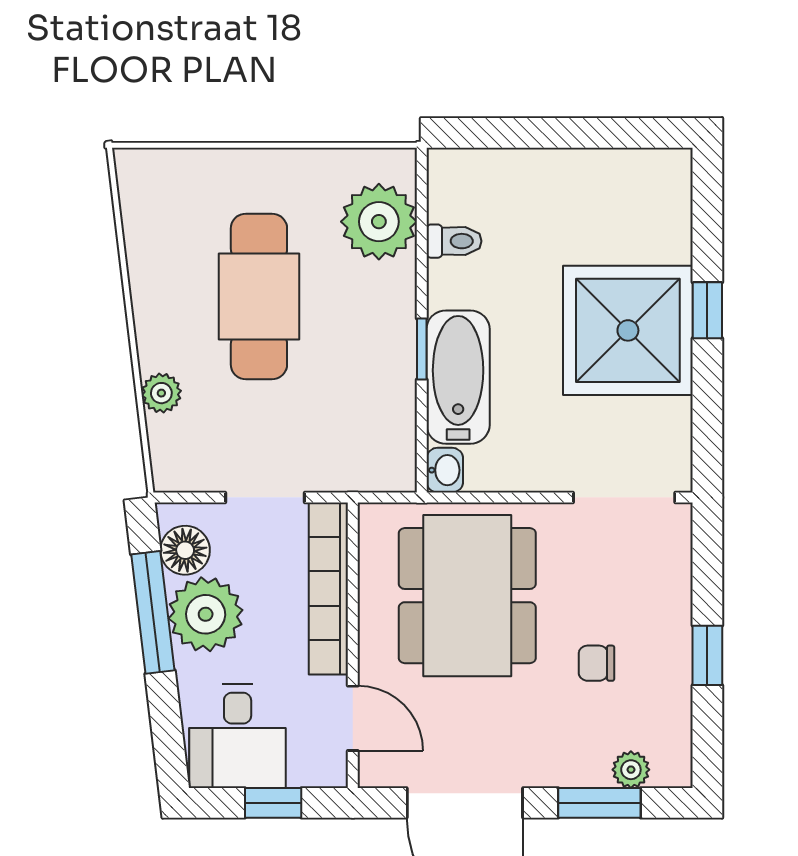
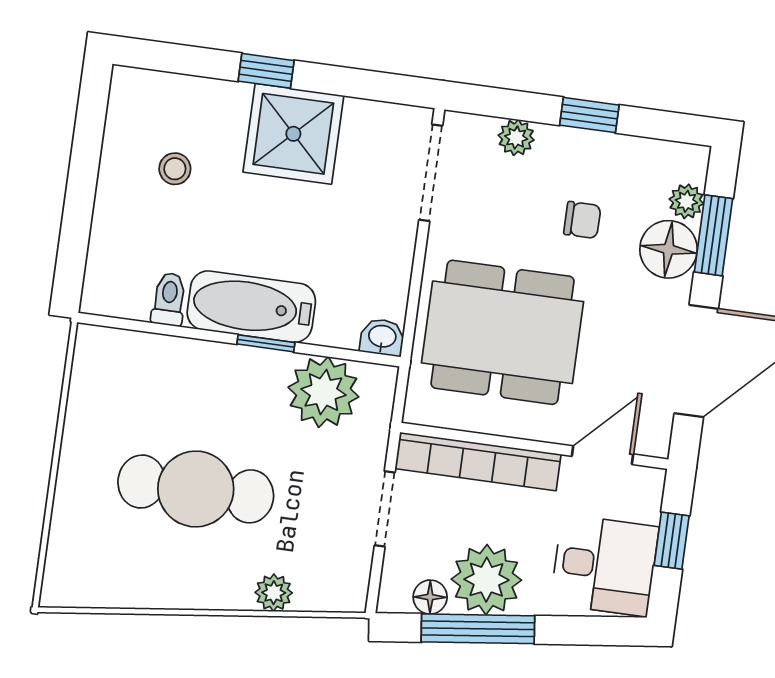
plant: (379, 222) -> (323, 392), moved
stool: (592, 229) -> (175, 169), added
shower: (628, 330) -> (293, 134), width x0.73, depth x0.73
bathtub: (458, 377) -> (251, 307), moved
floor lamp: (185, 550) -> (430, 597), width x0.73, depth x0.73
plant: (673, 582) -> (516, 138), added
chair: (596, 663) -> (582, 220), turned -90
floor lamp: (578, 758) -> (668, 249), added

